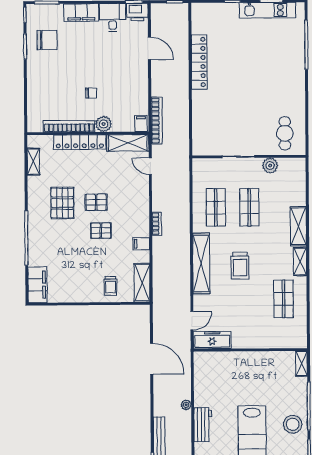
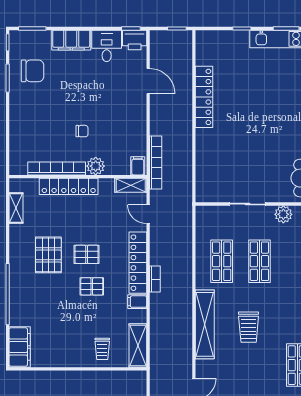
shelving: (128, 143) -> (131, 185), width x0.67, depth x0.75
locker: (142, 209) -> (138, 263), added

